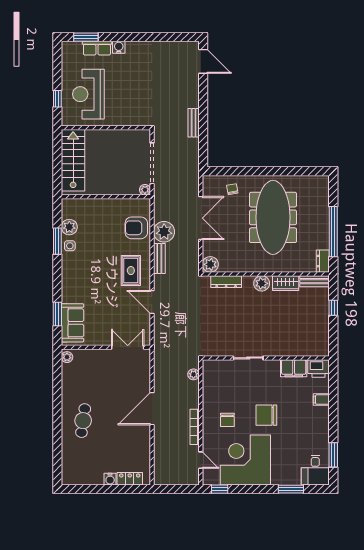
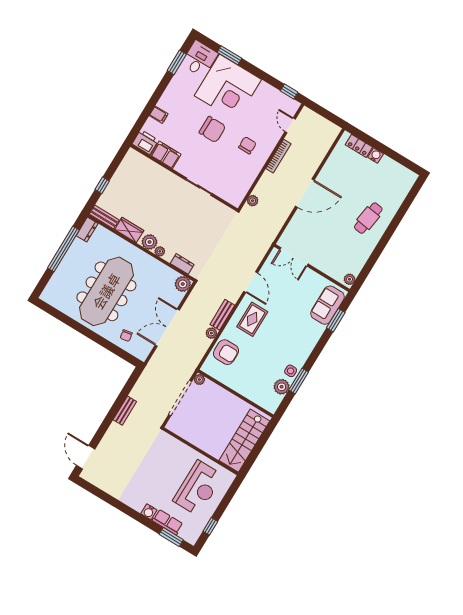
window: (57, 99) -> (210, 526), moved
plant: (164, 232) -> (211, 333), width x0.53, depth x0.53
plant: (248, 281) -> (160, 251), added
dresser: (226, 282) -> (182, 264), width x0.70
corner desk: (245, 460) -> (228, 88), moved

